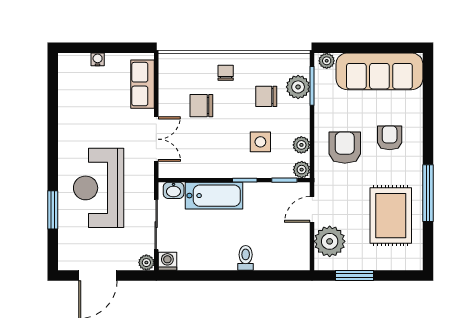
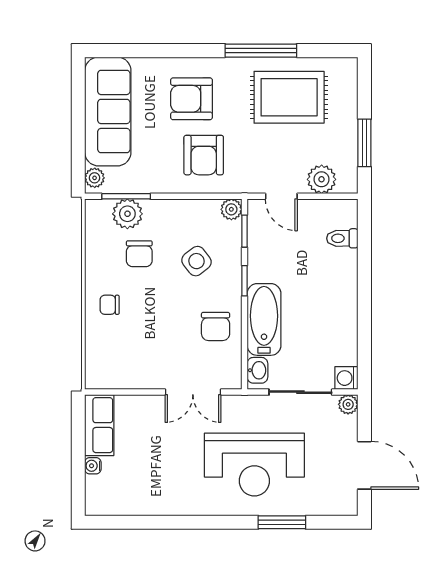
row of seats: (143, 84) -> (99, 425), moved, turned -90
chair: (201, 106) -> (216, 326), moved
armchair: (390, 138) -> (191, 99), width x1.38, depth x1.38
double door: (156, 139) -> (193, 392), swing flipped
side table: (260, 142) -> (196, 261), turned -38
plant: (301, 145) -> (200, 210), removed
armchair: (345, 148) -> (204, 155), turned -90
plant: (330, 241) -> (322, 179), width x0.73, depth x0.73
toilet: (246, 258) -> (342, 238), moved

